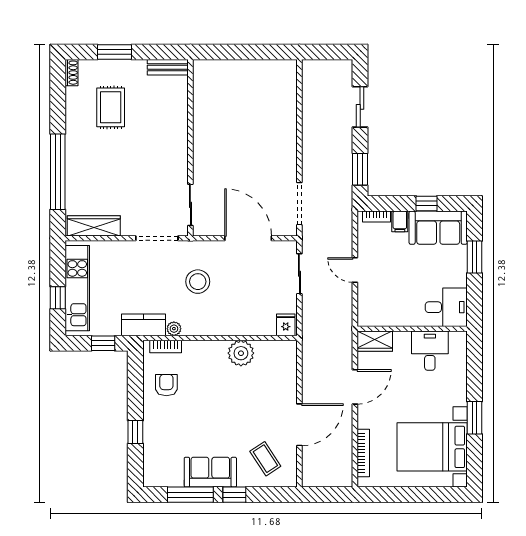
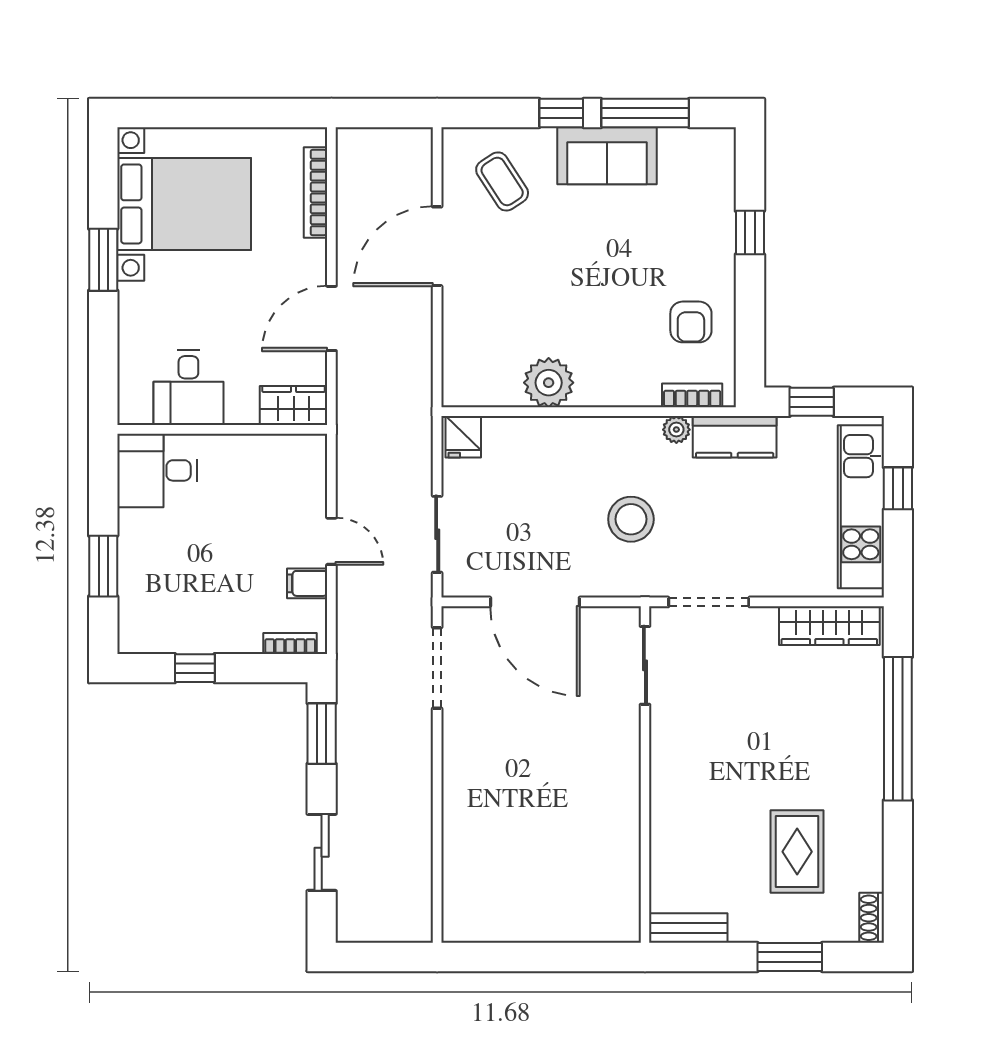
filing cabinet: (400, 221) -> (307, 583), moved, turned -90
sofa: (438, 228) -> (173, 622), removed

